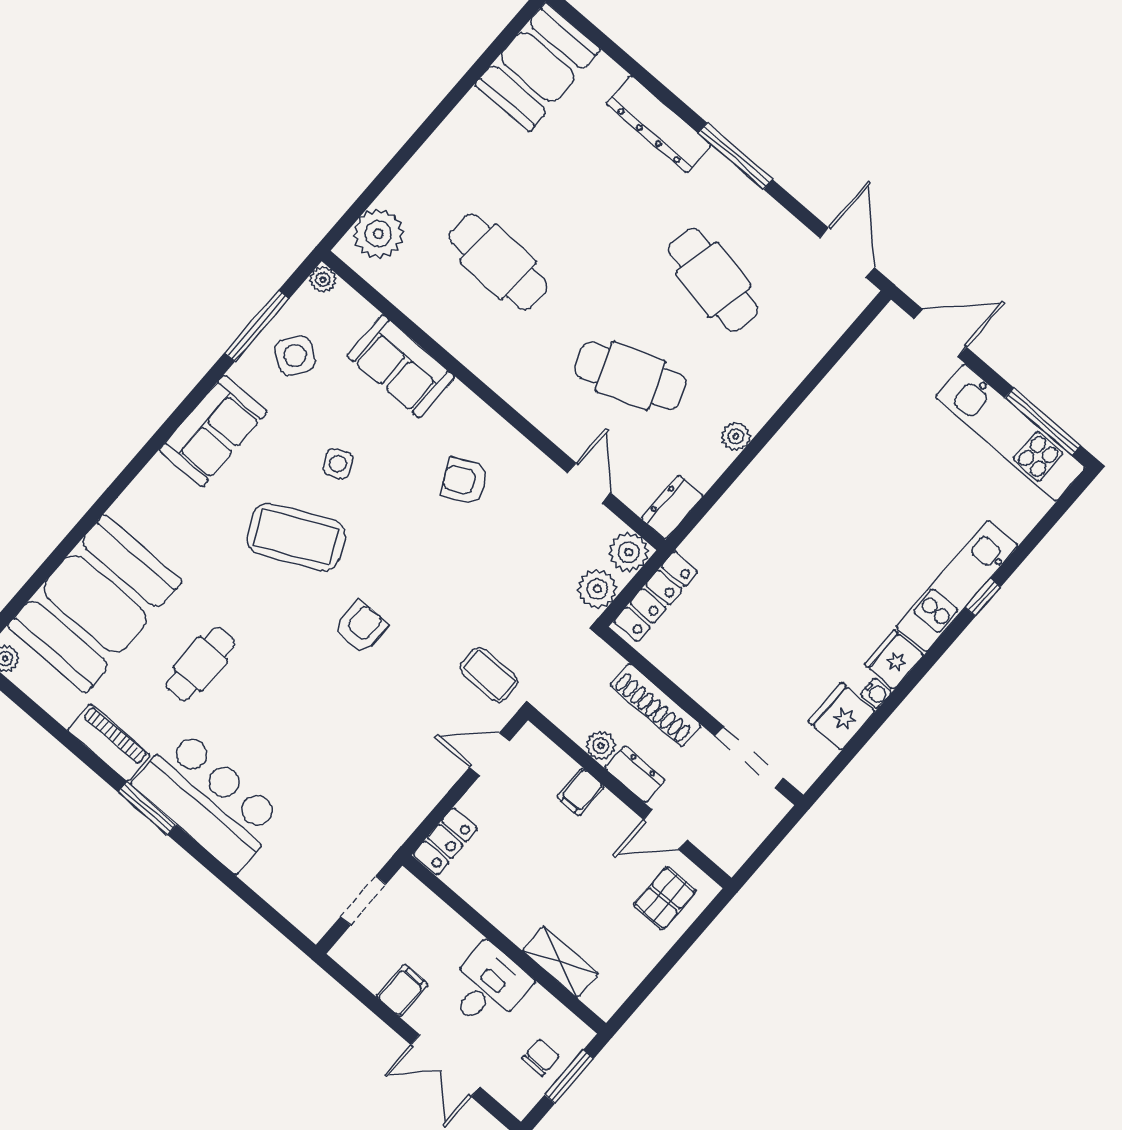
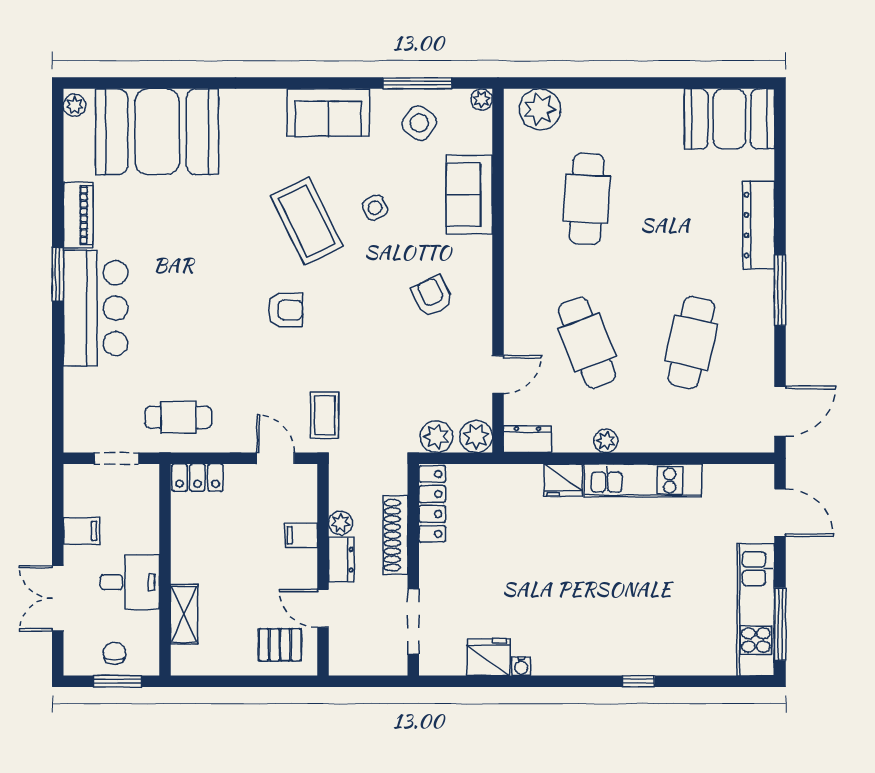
kitchen unit: (957, 586) -> (643, 480), moved, turned 180
locker: (656, 597) -> (432, 504), moved, turned -90
fridge: (894, 660) -> (563, 480), moved, turned 180
cafe table: (200, 664) -> (178, 417), moved
chair: (541, 1057) -> (114, 653), turned -90

